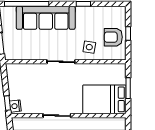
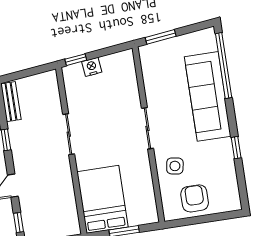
window: (128, 33) -> (203, 219), removed
nightstand: (15, 106) -> (92, 67), moved

